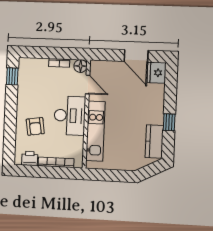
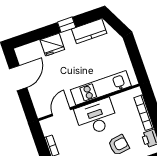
floor lamp: (81, 66) -> (47, 125), removed
fridge: (157, 73) -> (52, 45), moved

